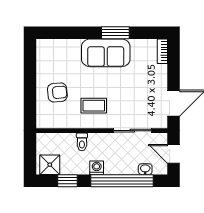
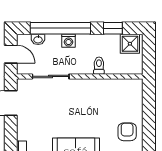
armchair: (57, 92) -> (127, 132), moved, turned 95
coffee table: (94, 106) -> (88, 101), removed
washing machine: (97, 168) -> (69, 41), moved

